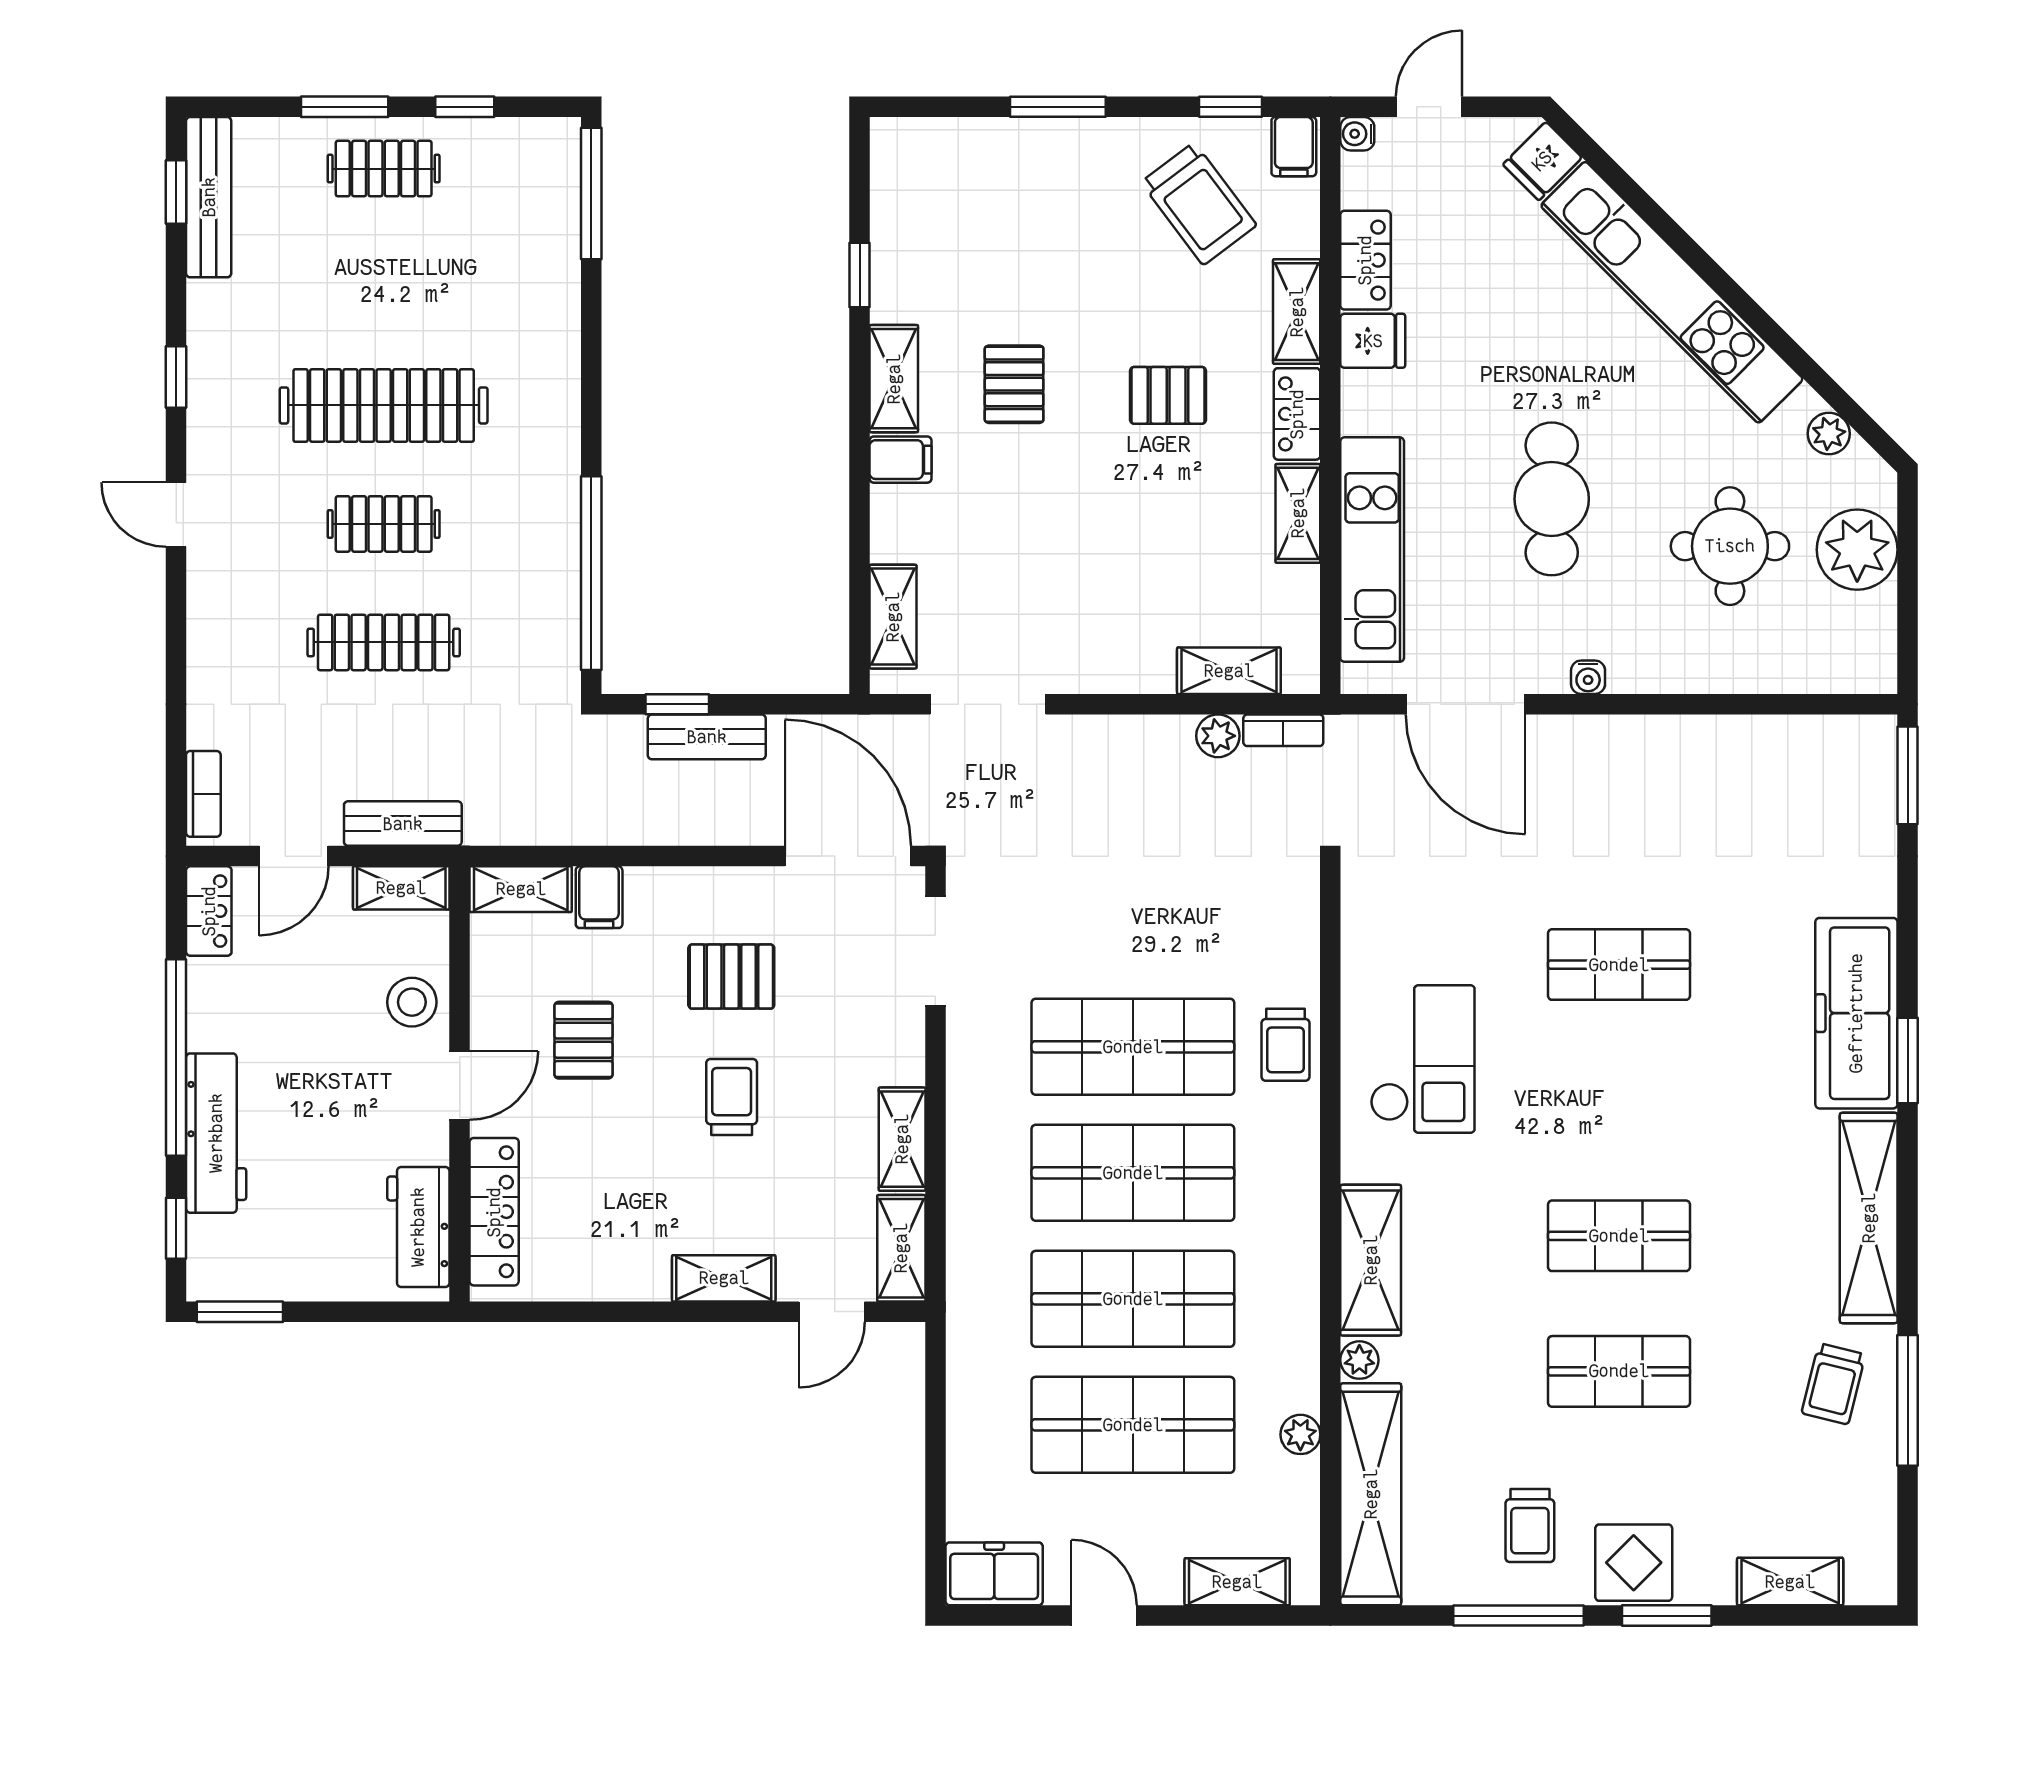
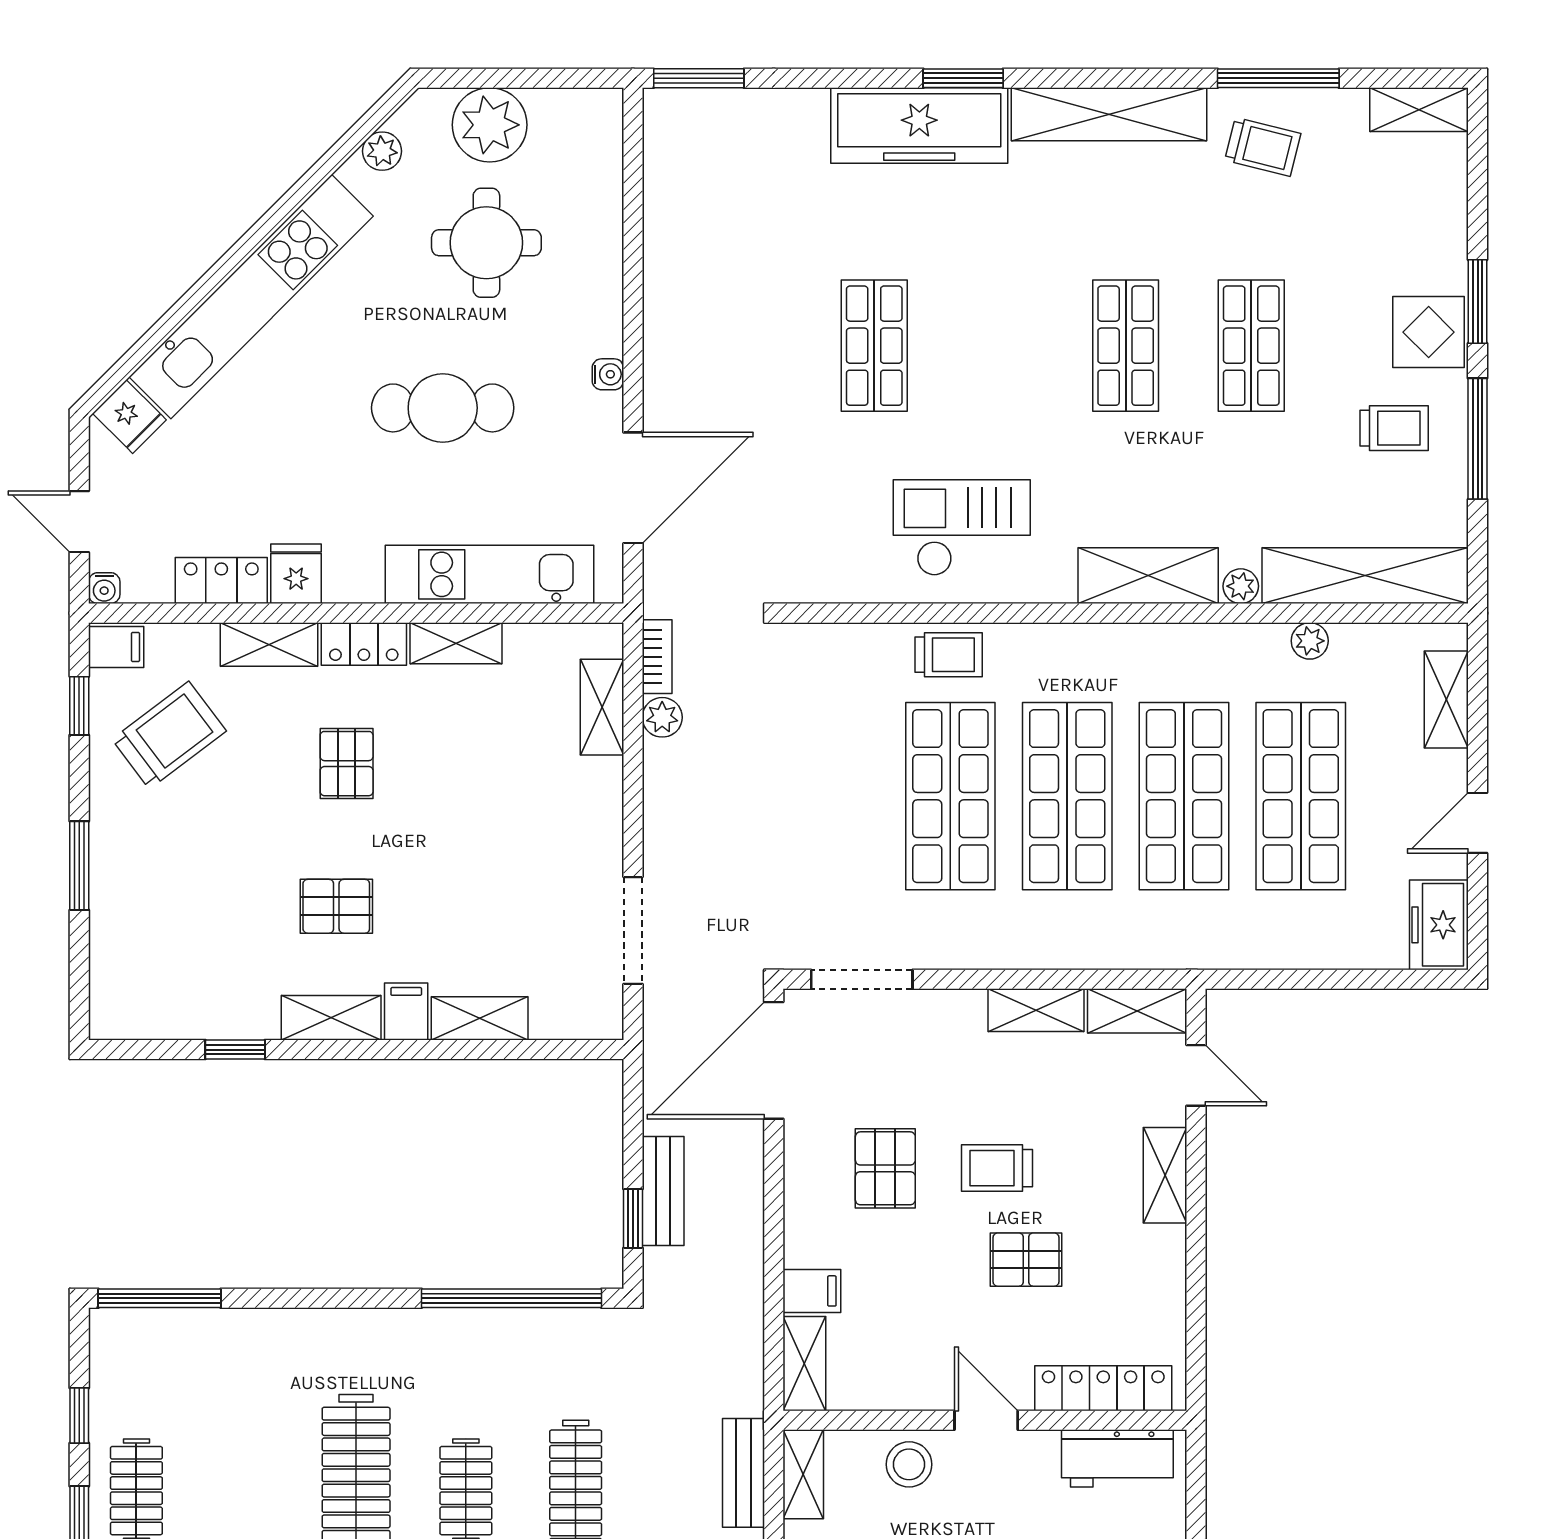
shelving: (893, 617) -> (480, 1018), moved
pallet: (583, 1040) -> (1026, 1260), moved
shelving: (1790, 1582) -> (1419, 110), moved, turned 90

